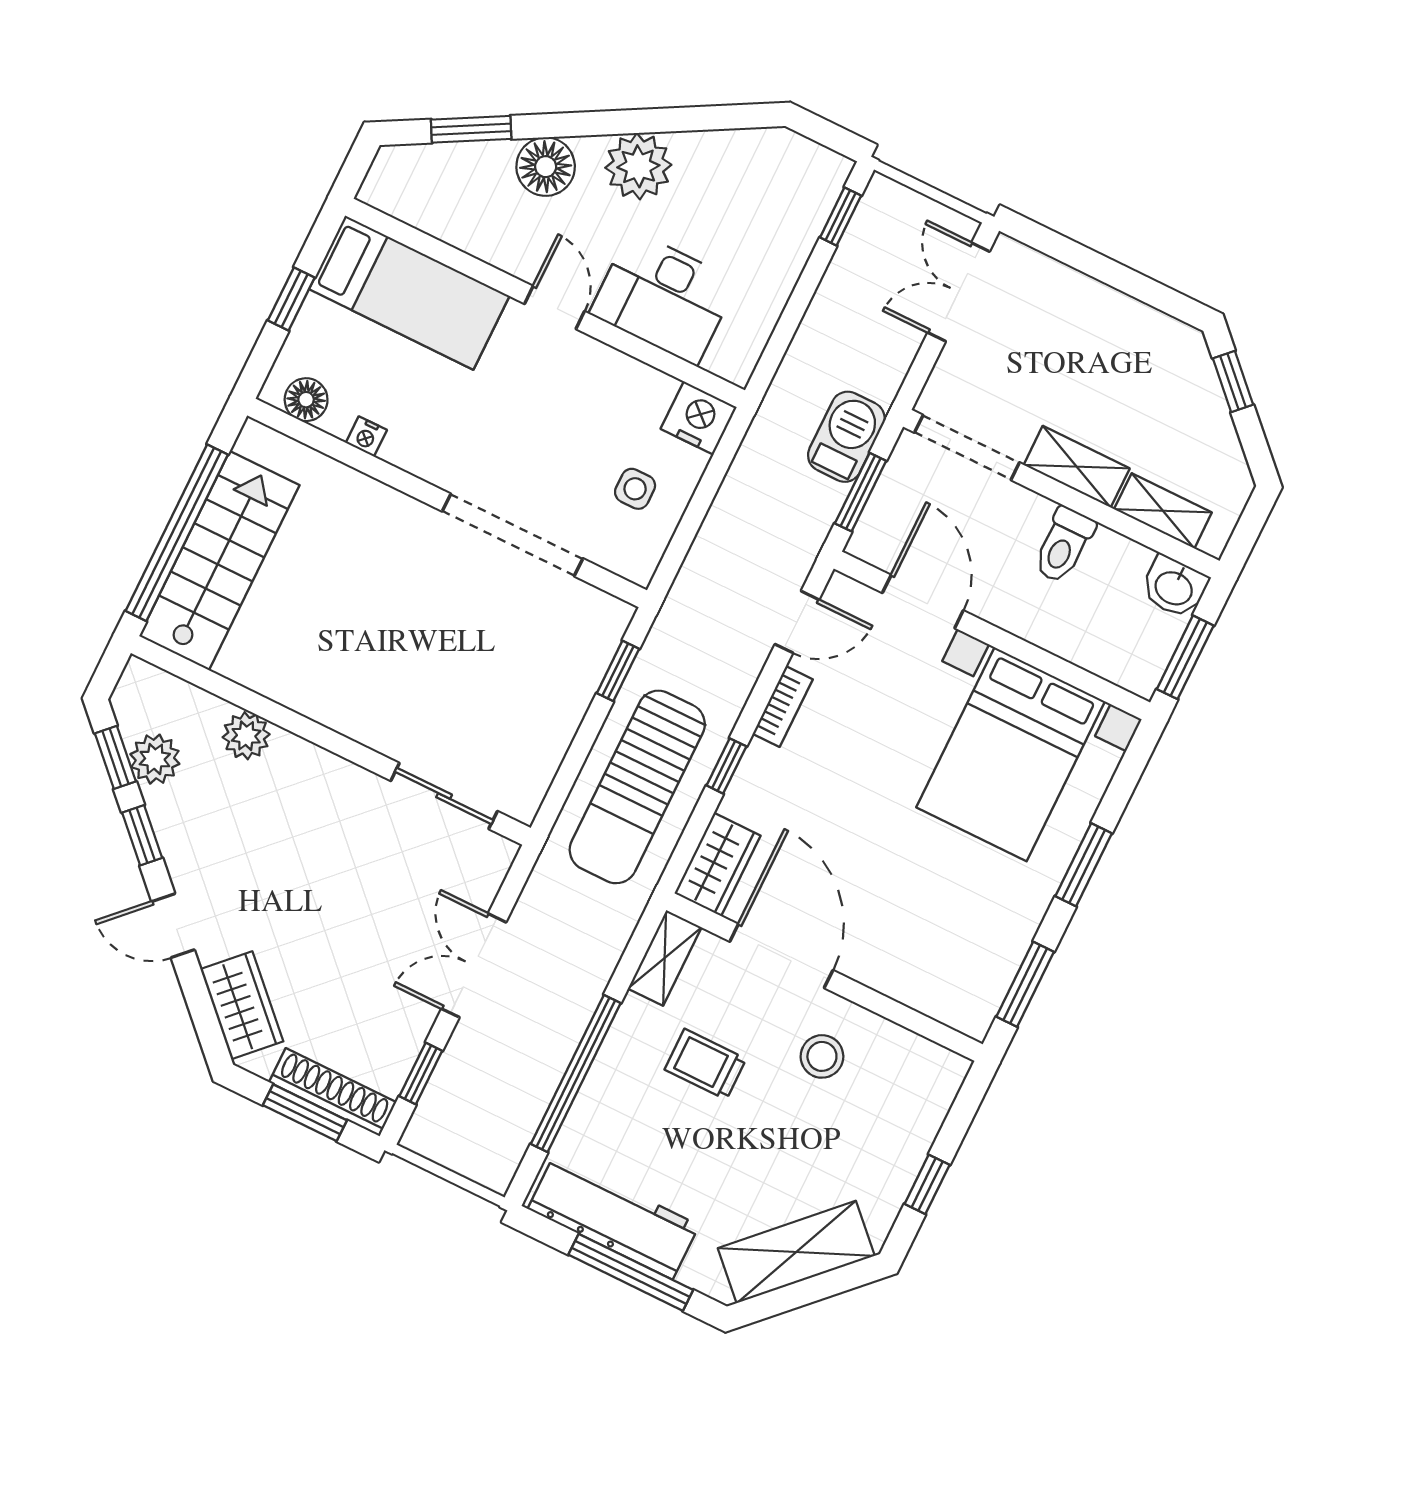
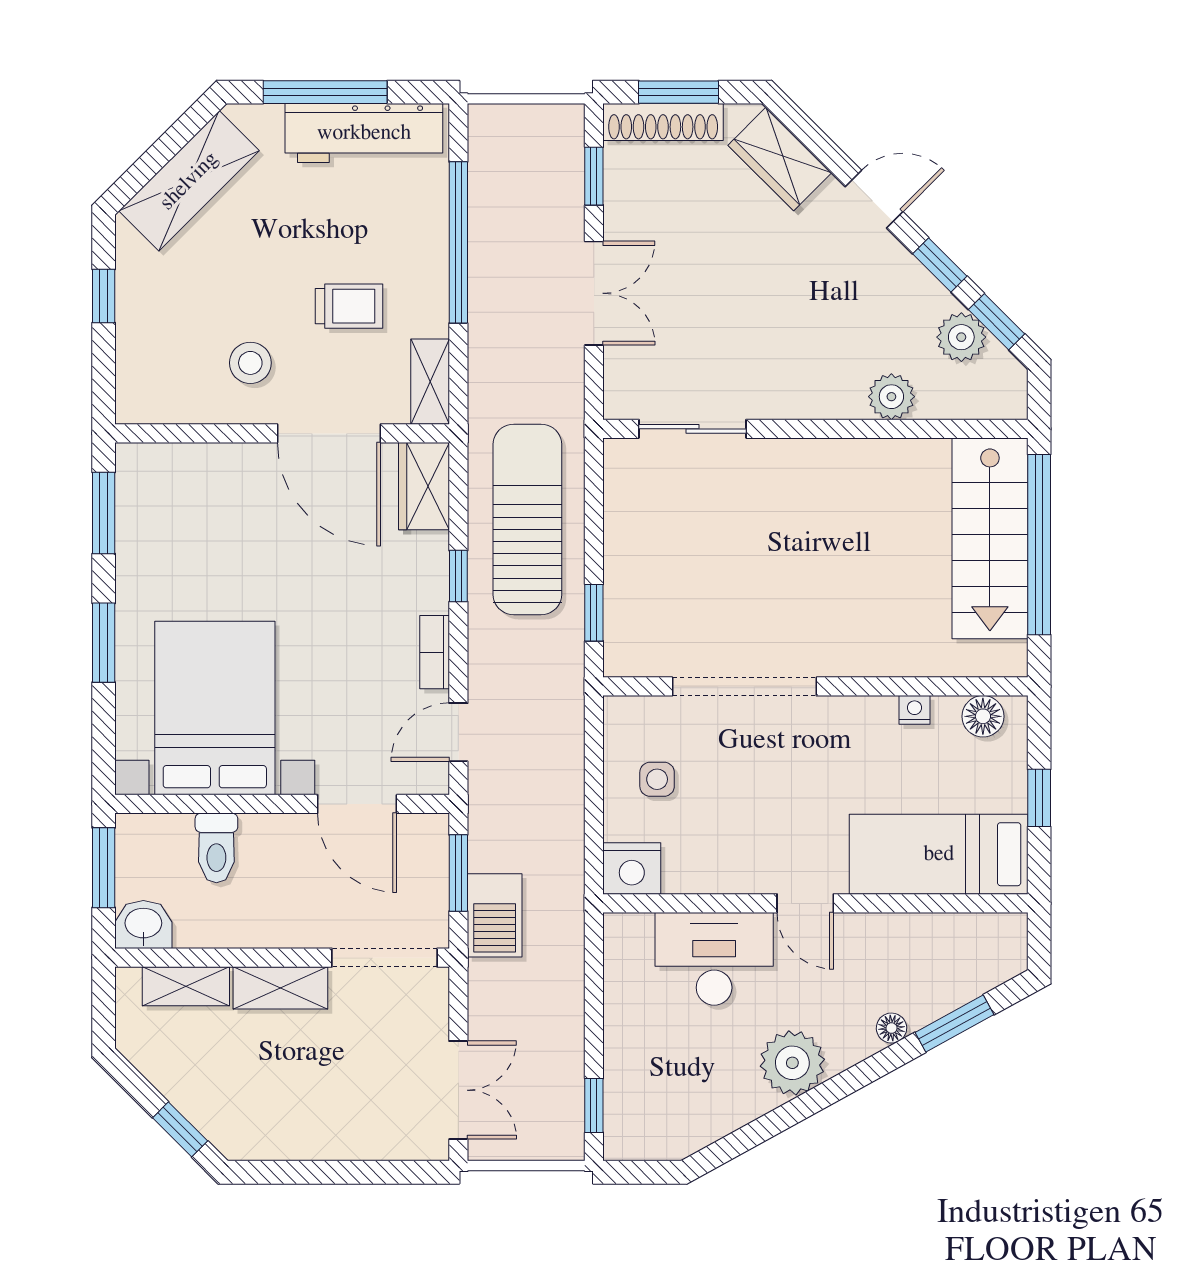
floor lamp: (546, 167) -> (892, 1028), width x0.53, depth x0.53
toilet: (1064, 545) -> (216, 848), moved, turned 180

